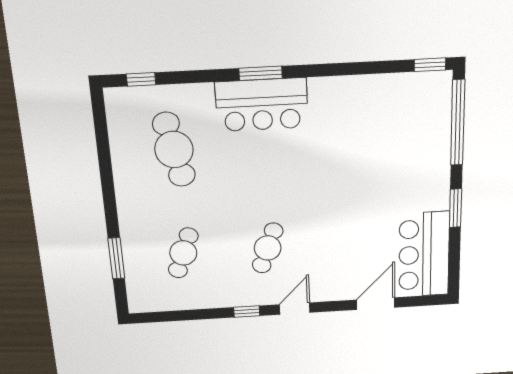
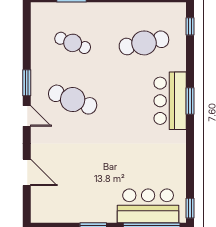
cafe table: (268, 248) -> (73, 100), width x1.37, depth x1.35
bar counter: (424, 255) -> (148, 206), moved
window: (247, 311) -> (27, 83), width x1.50

